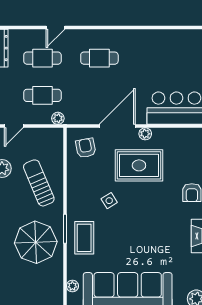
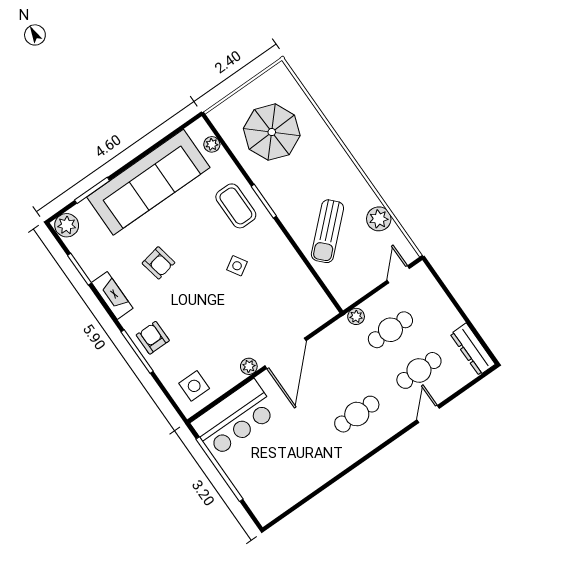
side table: (187, 145) -> (194, 386), added
armchair: (86, 148) -> (158, 263), moved
rug: (139, 165) -> (231, 327), removed
sun lounger: (39, 183) -> (327, 231), turned 70
parasol: (36, 242) -> (272, 132), moved

